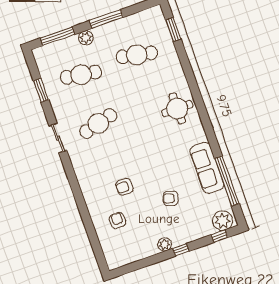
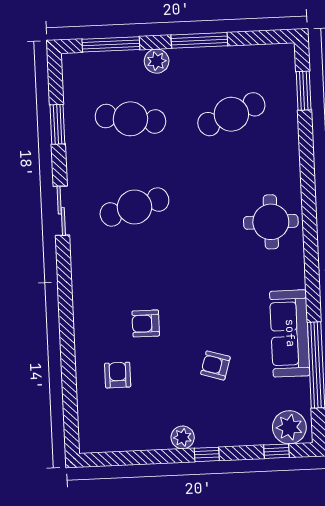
cafe table: (137, 55) -> (231, 114), turned -33

